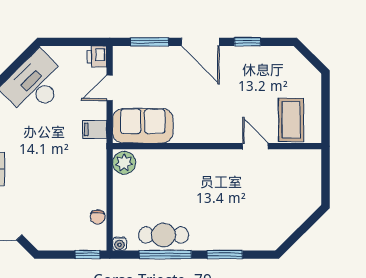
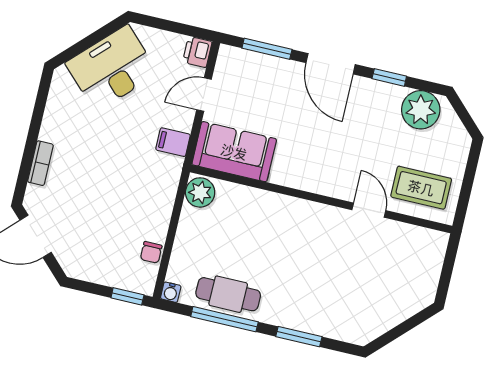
plant: (277, 61) -> (421, 110), added
coffee table: (291, 120) -> (421, 188), turned 90

